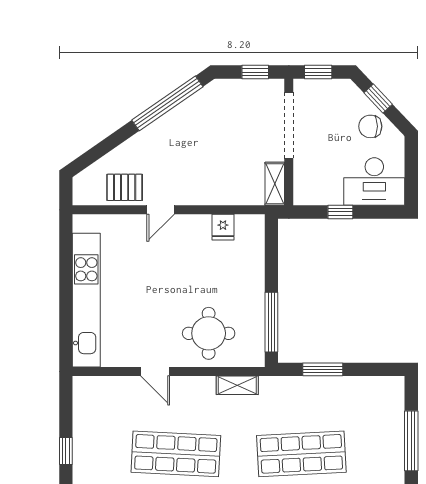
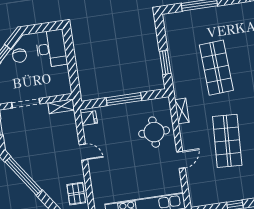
doorway: (289, 125) -> (26, 103), width x0.73
door: (161, 210) -> (83, 152), moved
window: (340, 212) -> (72, 66), removed
fridge: (223, 227) -> (89, 118), moved
window: (271, 322) -> (124, 99), moved

